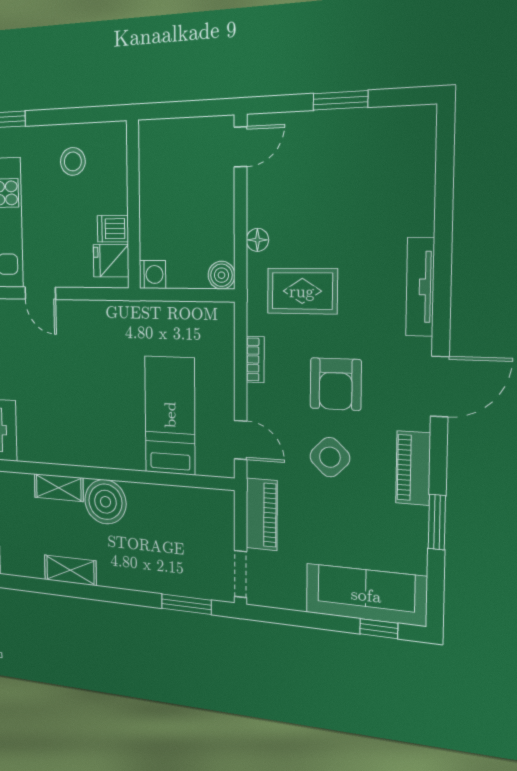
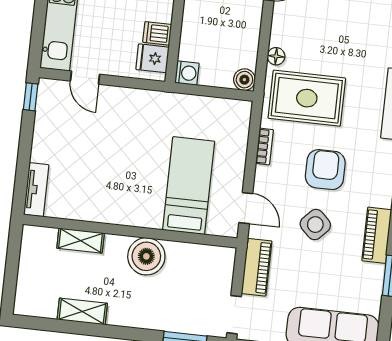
rug: (302, 291) -> (307, 98), width x1.36, depth x1.43
armchair: (336, 384) -> (325, 170), turned 180
boiler: (105, 502) -> (146, 256), moved

